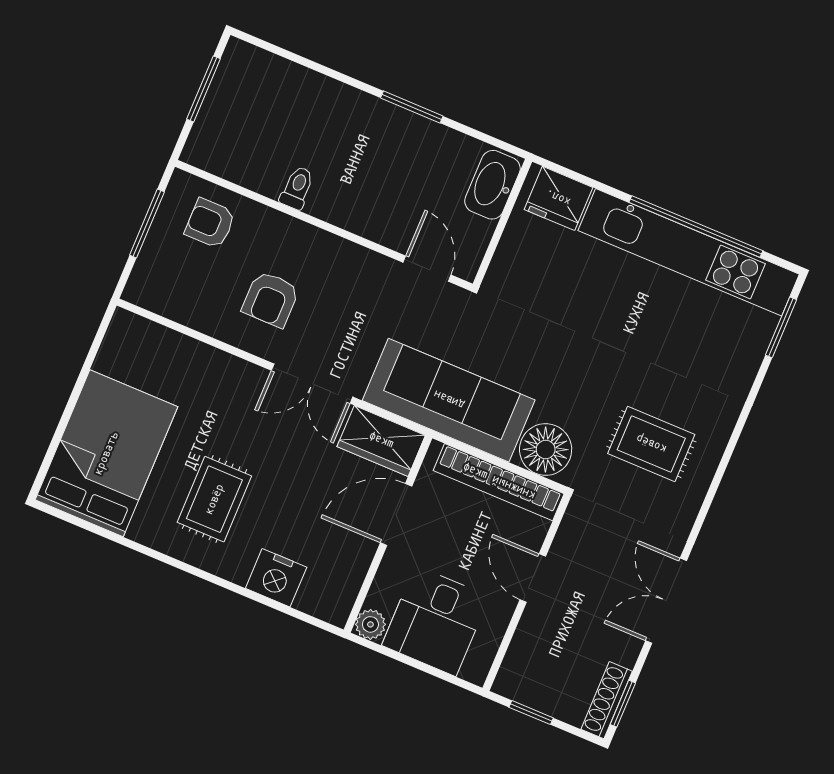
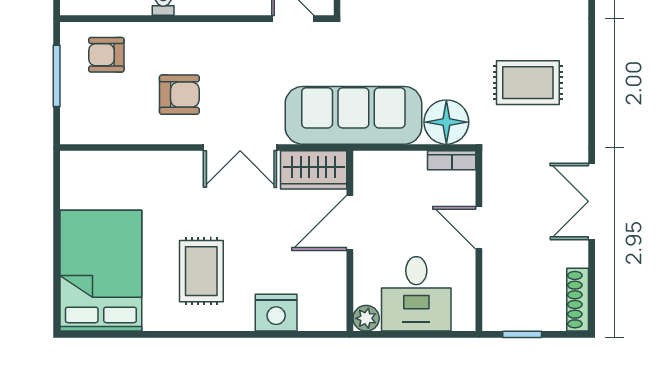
armchair: (271, 299) -> (179, 95), turned -90
bookcase: (499, 482) -> (452, 160), width x0.43, depth x0.76
window: (623, 704) -> (592, 297), removed

